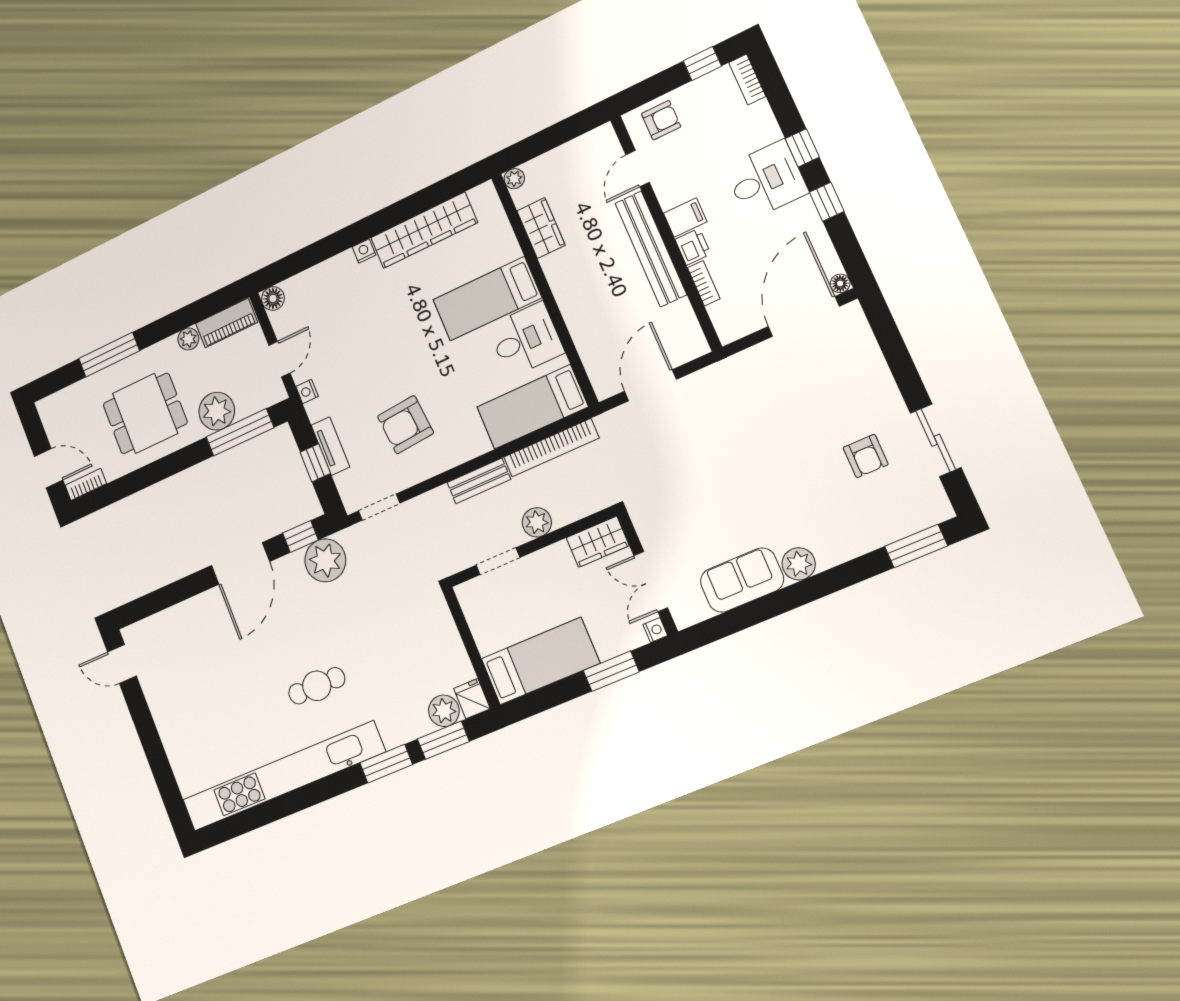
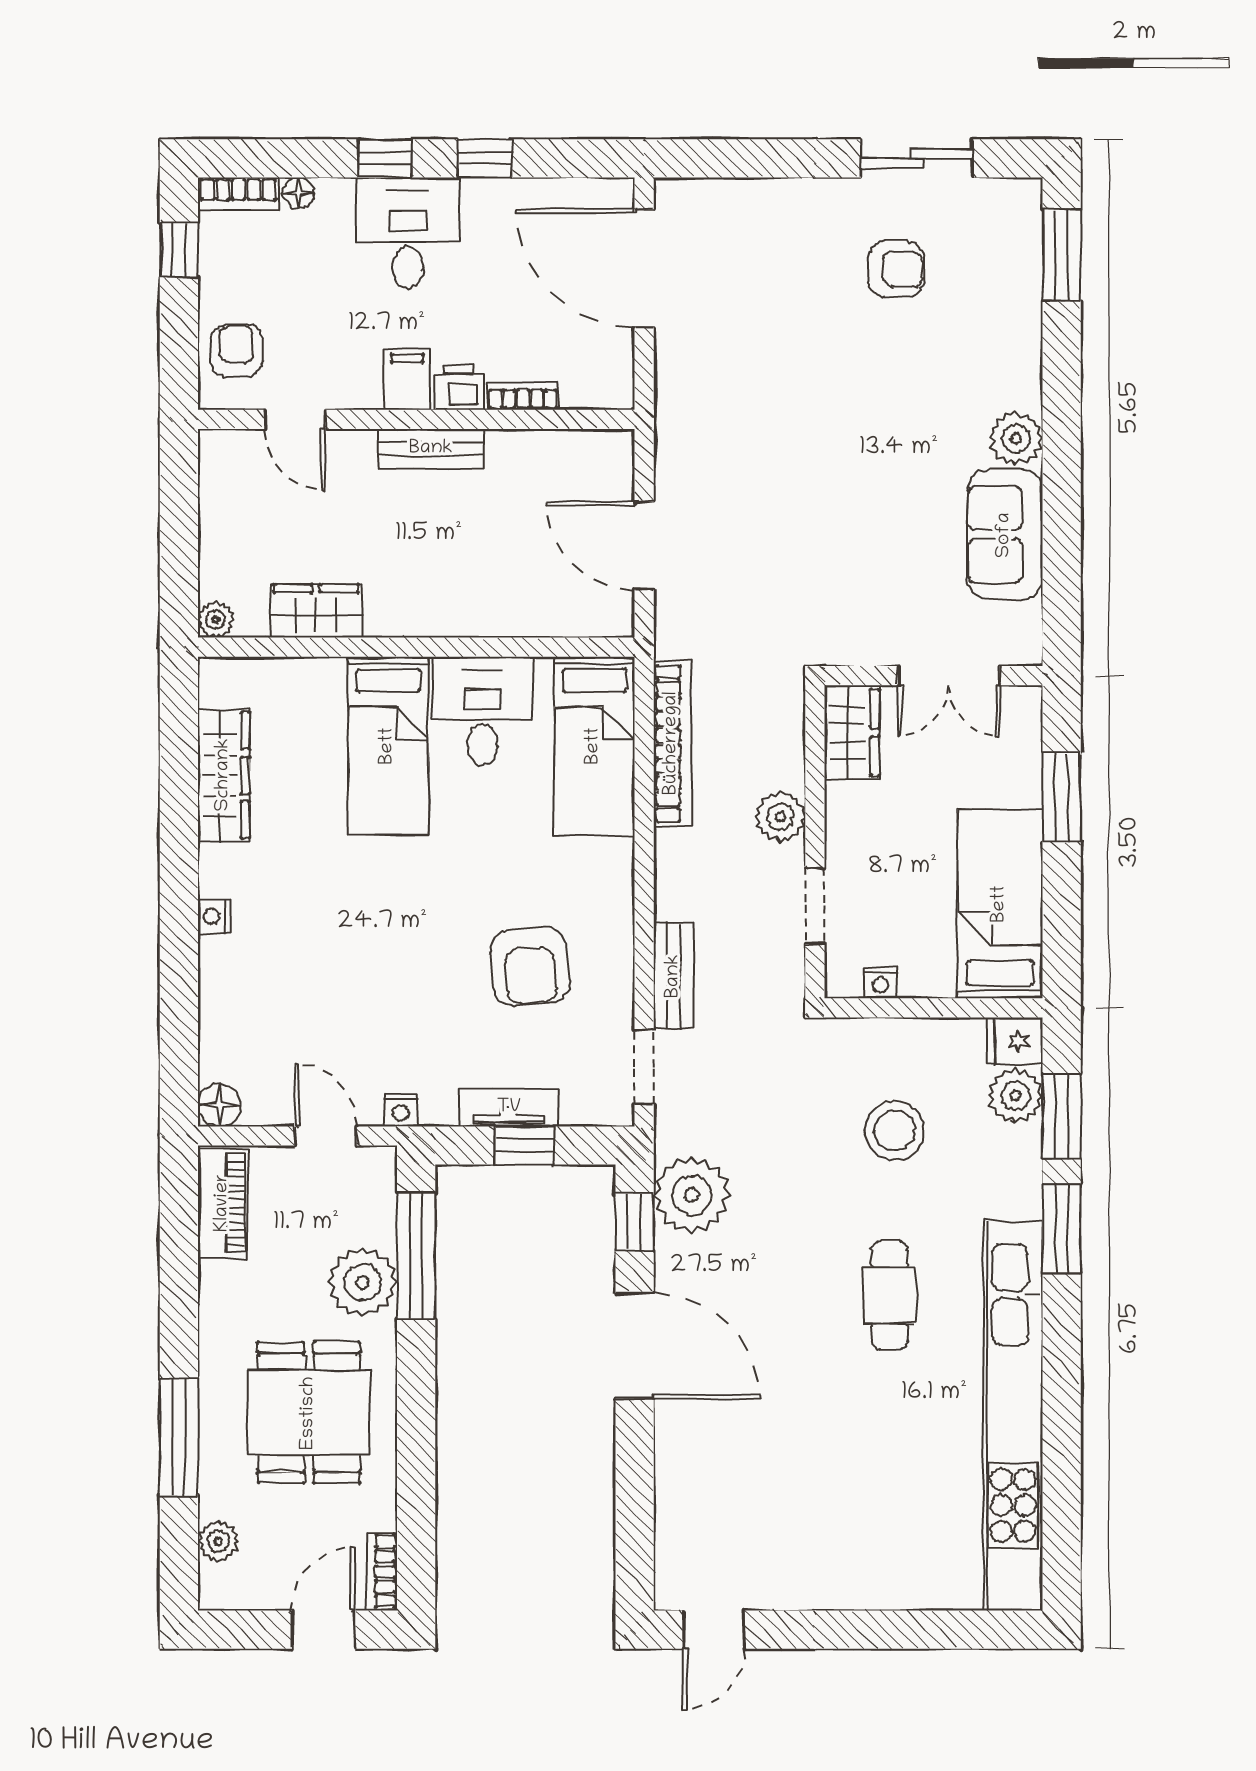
wardrobe: (424, 230) -> (224, 775), width x0.71, depth x0.85
bench: (651, 249) -> (431, 449), width x0.54, depth x0.82
floor lamp: (840, 283) -> (298, 193), moved
plant: (188, 339) -> (218, 1541), moved
bench: (479, 481) -> (674, 976), moved
nightstand: (655, 630) -> (880, 983), moved, turned 180
stool: (400, 653) -> (894, 1131), added

